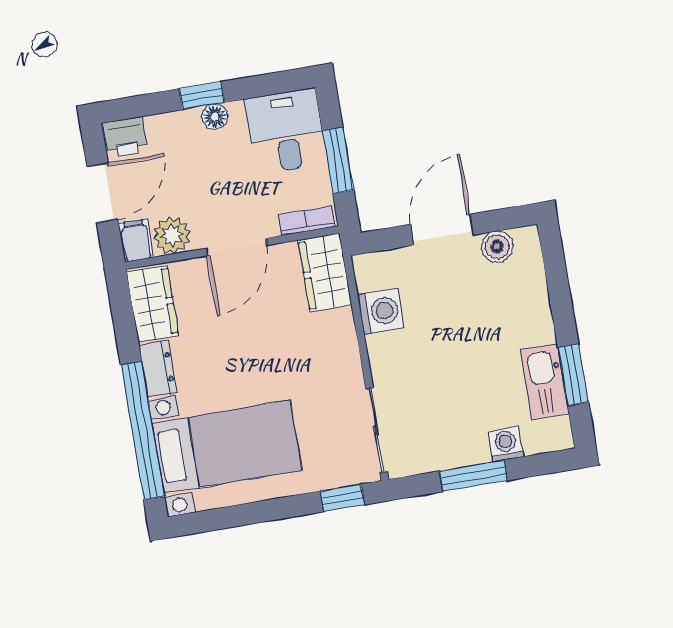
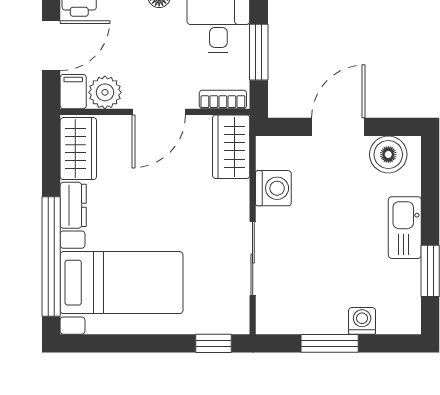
boiler: (497, 247) -> (388, 154), width x1.36, depth x1.36
kitchen sink: (545, 382) -> (405, 228), moved
sliding door: (376, 430) -> (253, 259), moved

